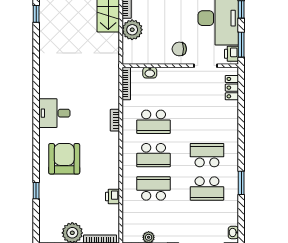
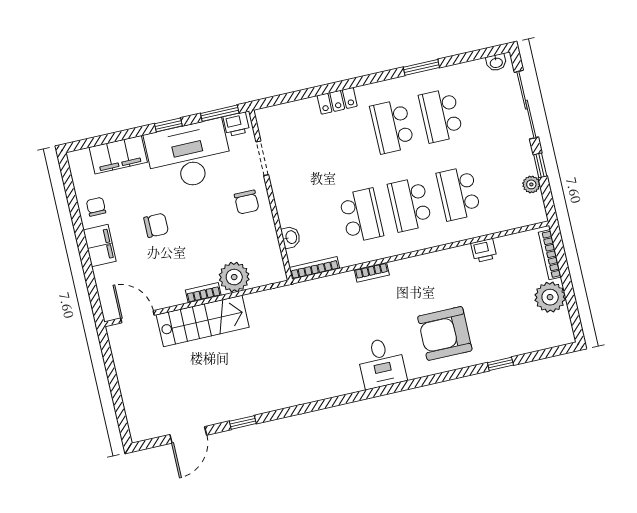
locker: (232, 88) -> (337, 101), moved
school desk: (154, 155) -> (410, 204), turned 180
school desk: (207, 188) -> (441, 115), turned 180

